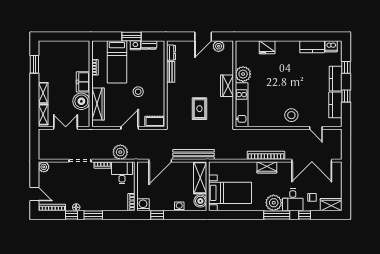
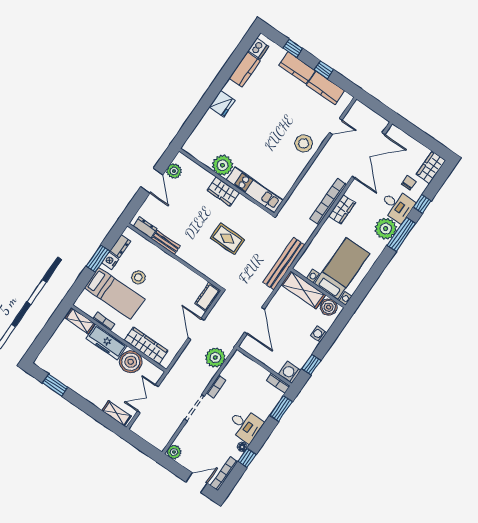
fridge: (267, 47) -> (222, 104), moved
freezer: (83, 82) -> (106, 342), width x1.40
stool: (138, 92) -> (138, 277), moved
shelving: (43, 93) -> (80, 321), moved
bench: (194, 154) -> (284, 264), moved
desk: (122, 173) -> (245, 425), moved, turned 180
window: (93, 215) -> (281, 408), moved

